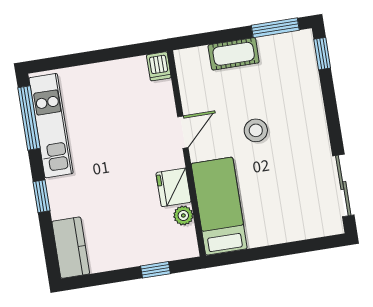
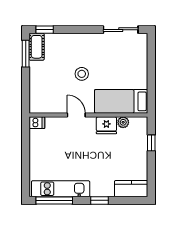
cot: (234, 54) -> (37, 47), moved

